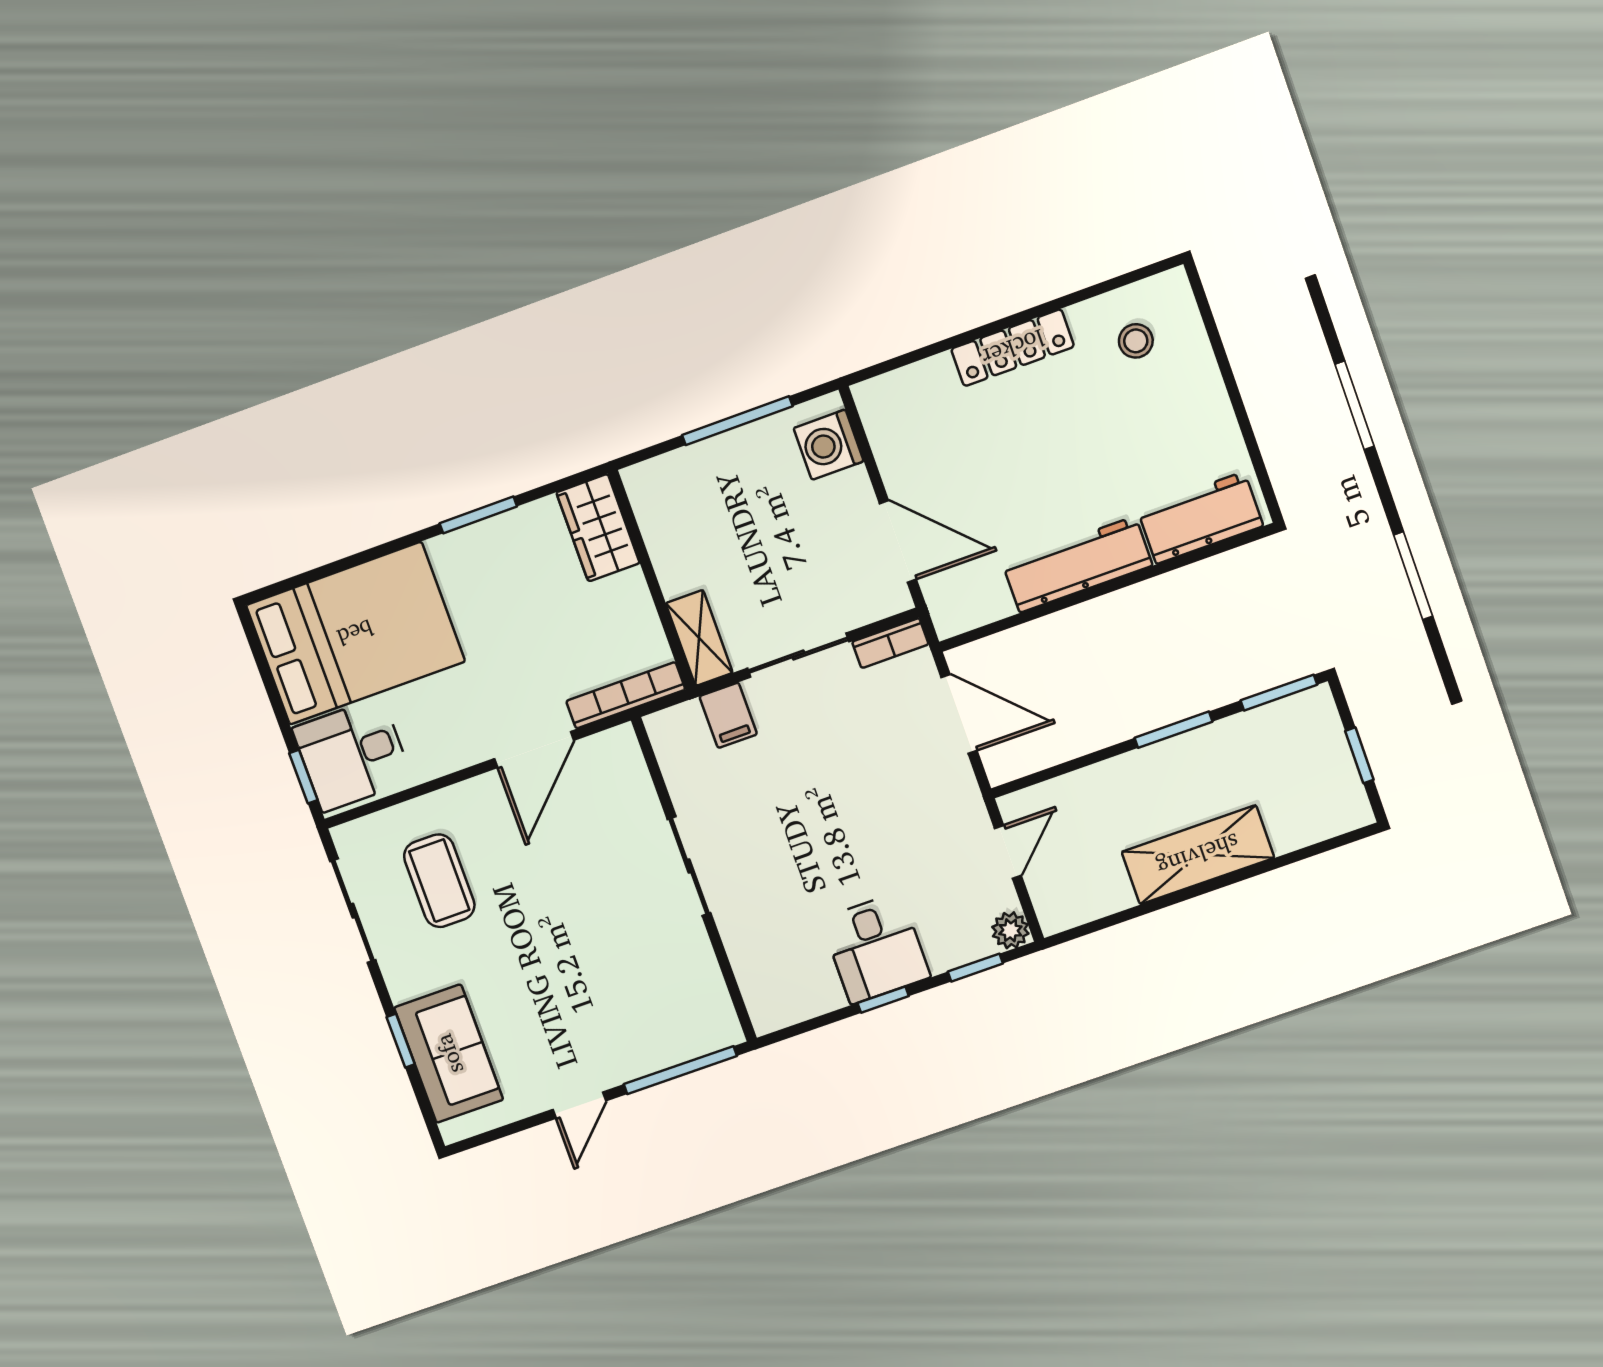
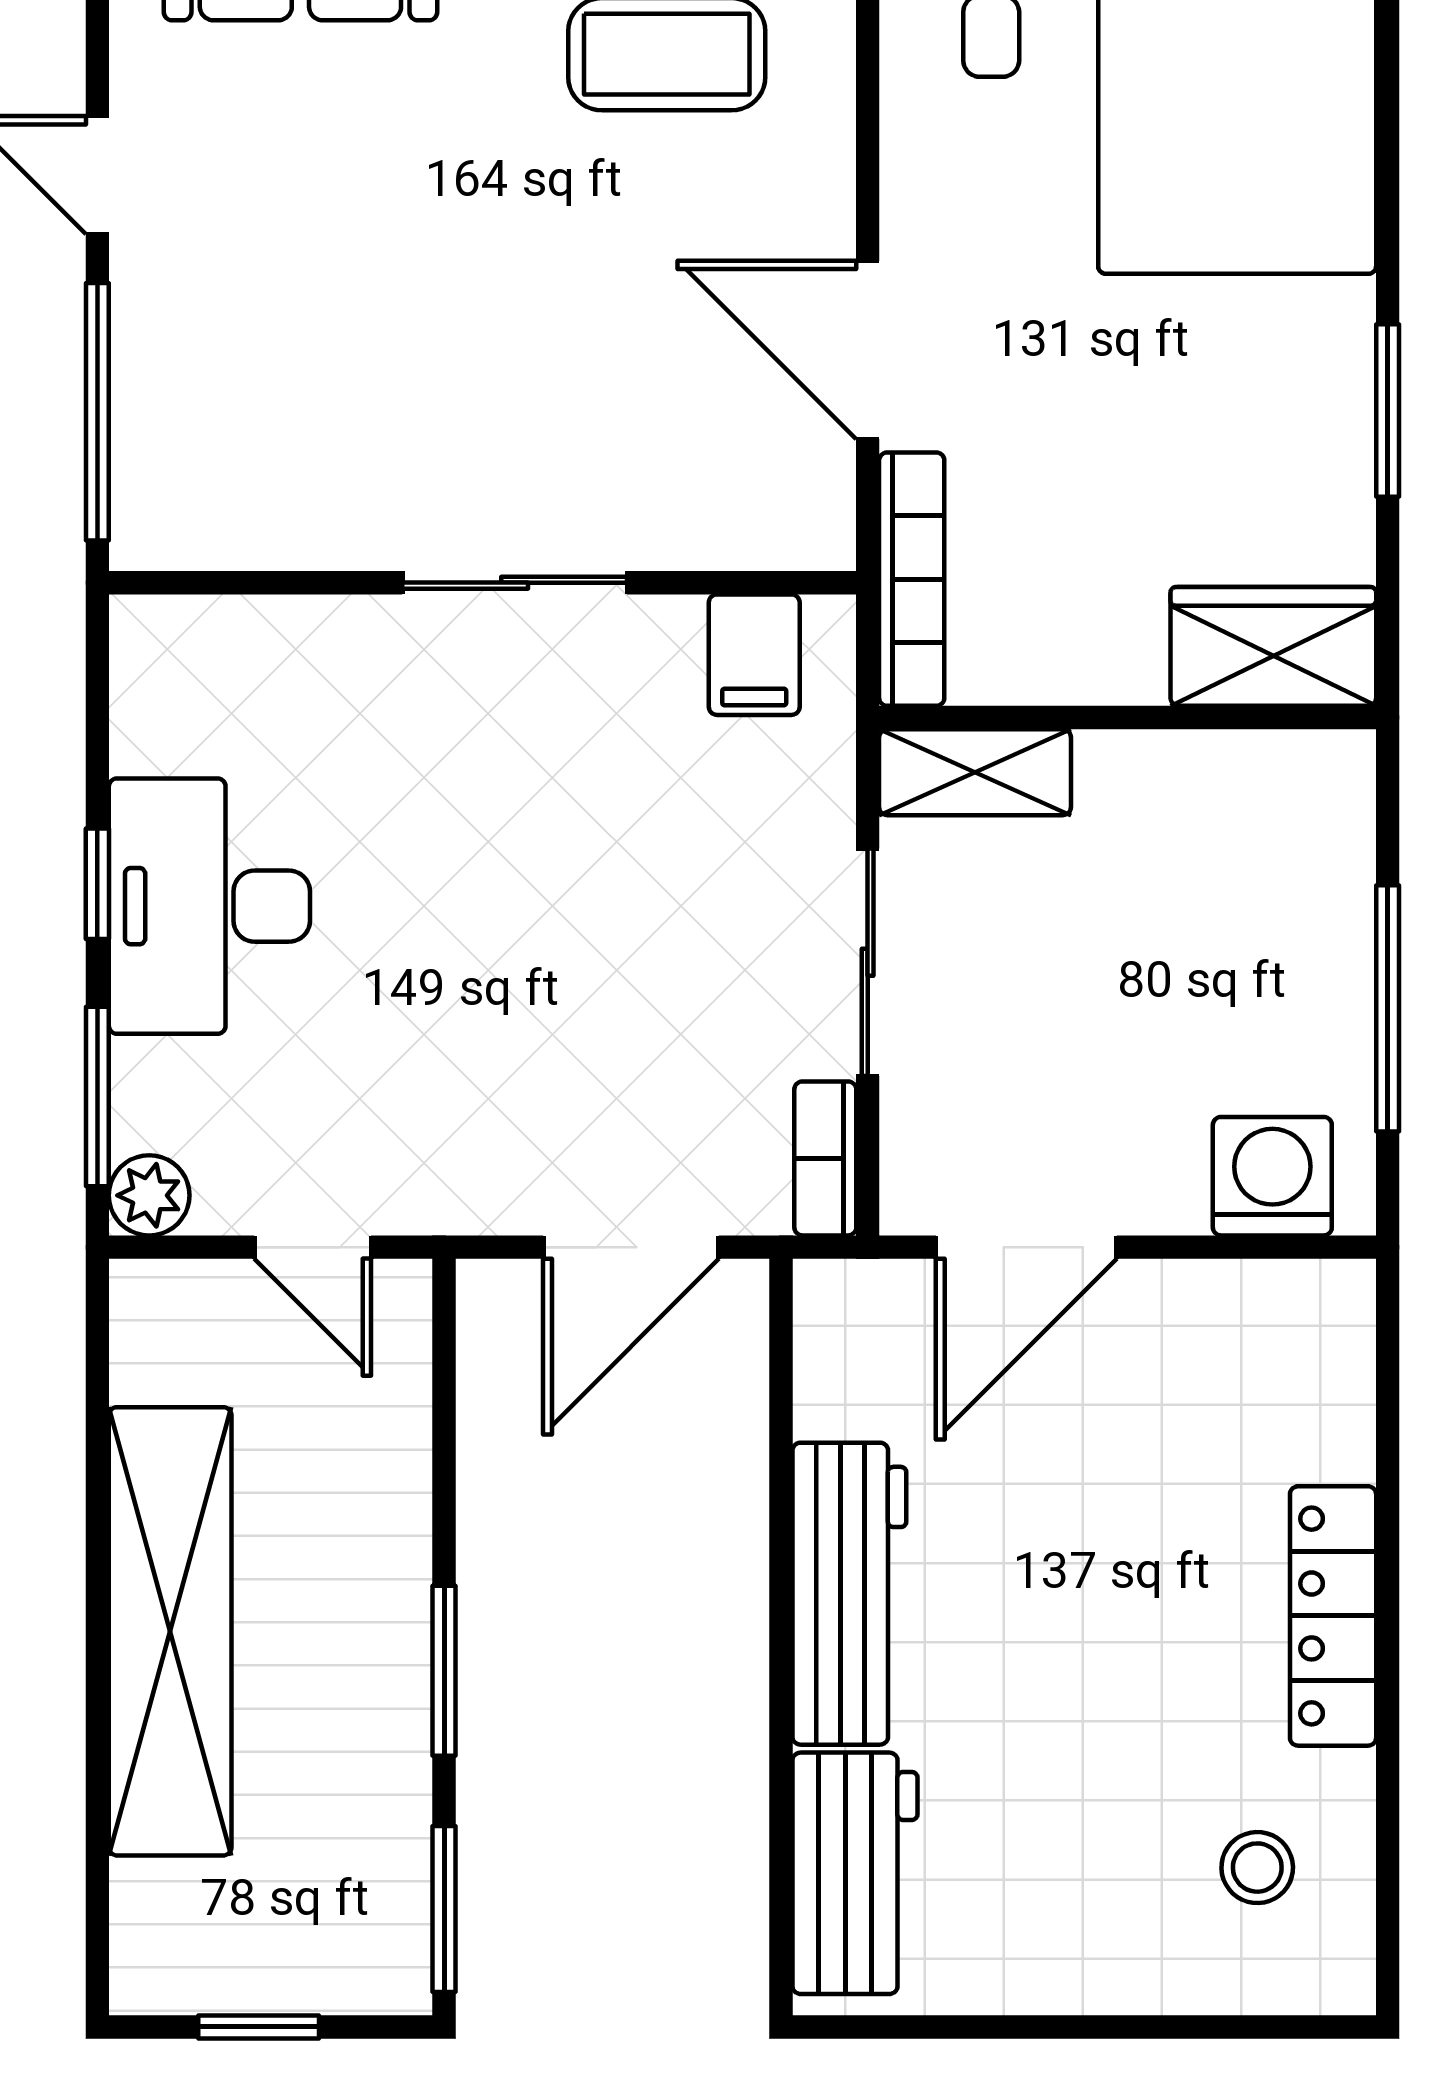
filing cabinet: (728, 715) -> (754, 655), moved, turned -90
shelving: (1198, 855) -> (170, 1631), width x1.47
desk: (876, 948) -> (209, 906), width x1.37
window: (975, 968) -> (97, 1096), width x1.50

